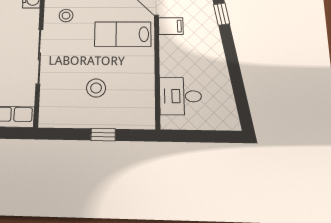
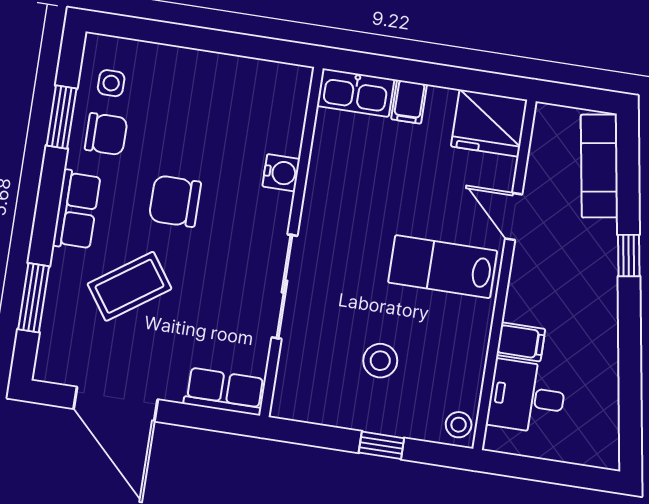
stool: (66, 16) -> (459, 425), moved
filing cabinet: (171, 26) -> (521, 342), moved

